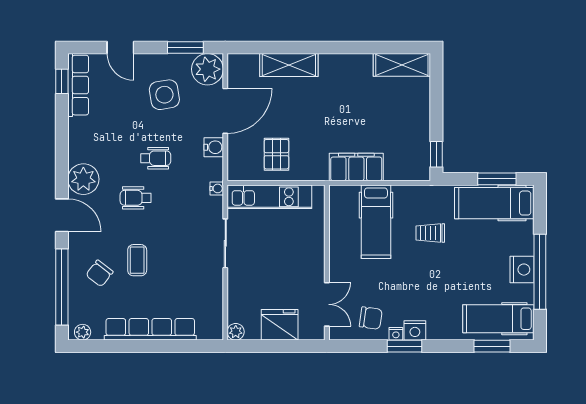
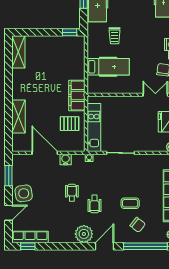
plant: (207, 69) -> (21, 163), removed
side table: (164, 95) -> (24, 193), moved
filing cabinet: (356, 167) -> (77, 95), moved

